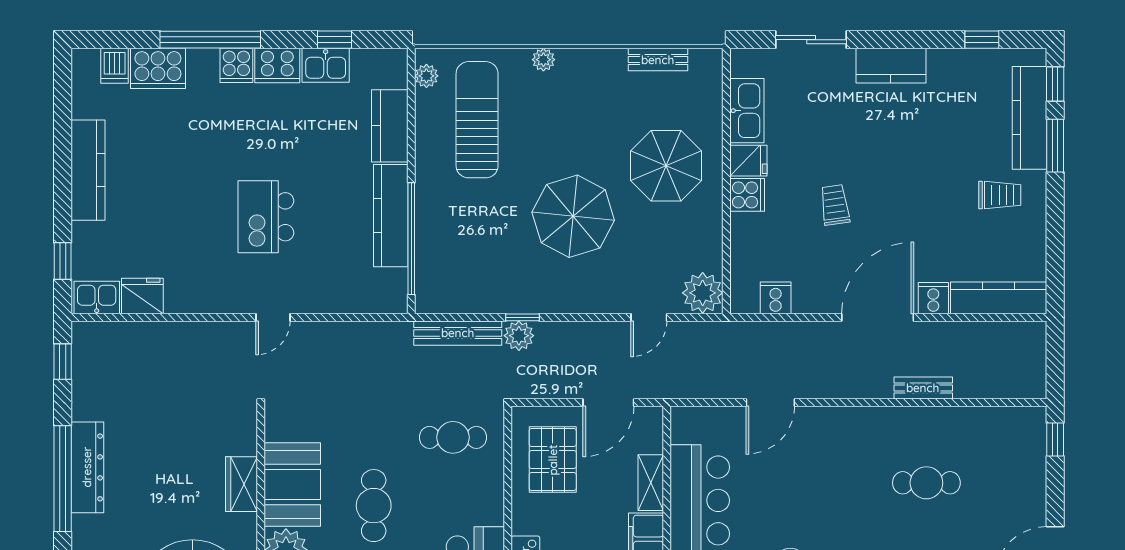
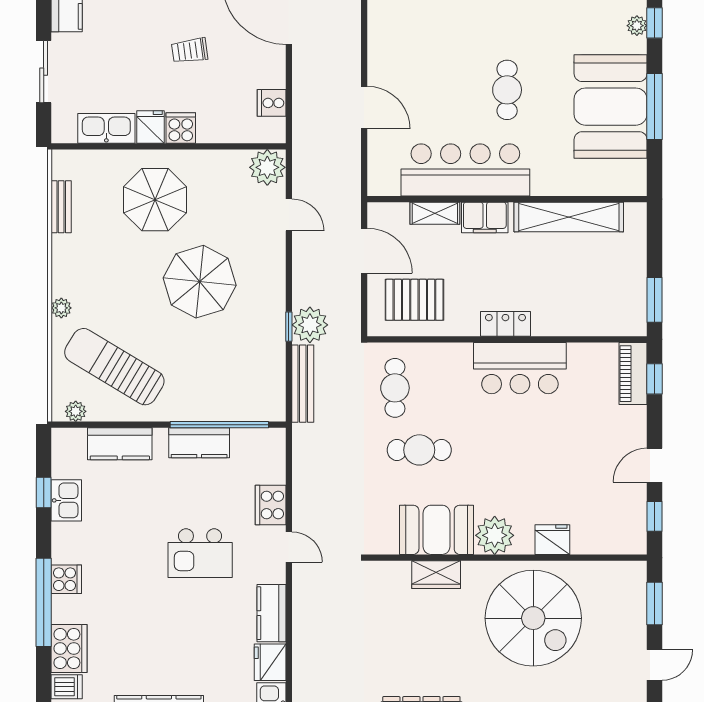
cooker: (277, 66) -> (271, 505), moved, turned 180
sun lounger: (477, 120) -> (114, 367), turned 31
kitchen counter: (391, 216) -> (199, 443), width x0.67
kitchen counter: (198, 298) -> (272, 613), added
plant: (519, 336) -> (310, 325), width x1.36, depth x1.36
cafe table: (374, 506) -> (419, 450), moved

